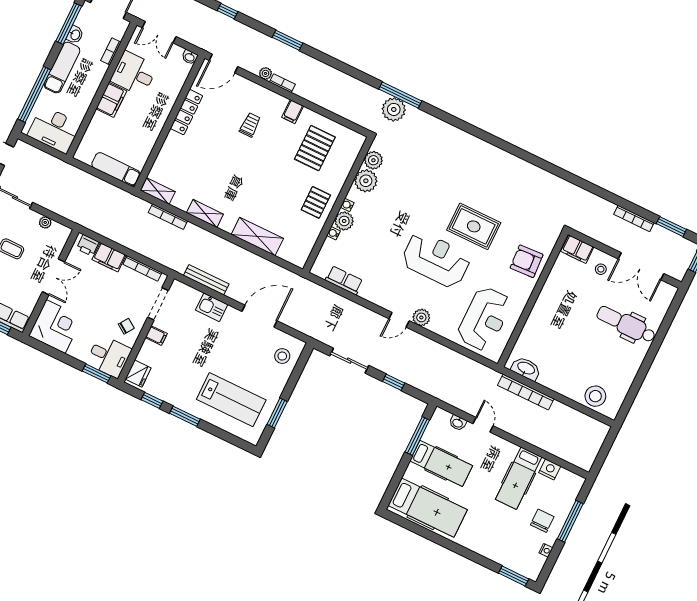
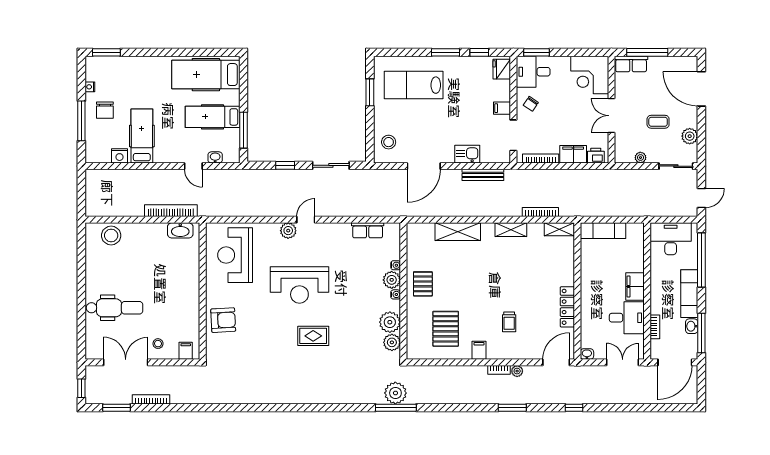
rug: (474, 226) -> (313, 336), moved, width x0.73, depth x0.70
filing cabinet: (577, 249) -> (186, 351), width x0.50

